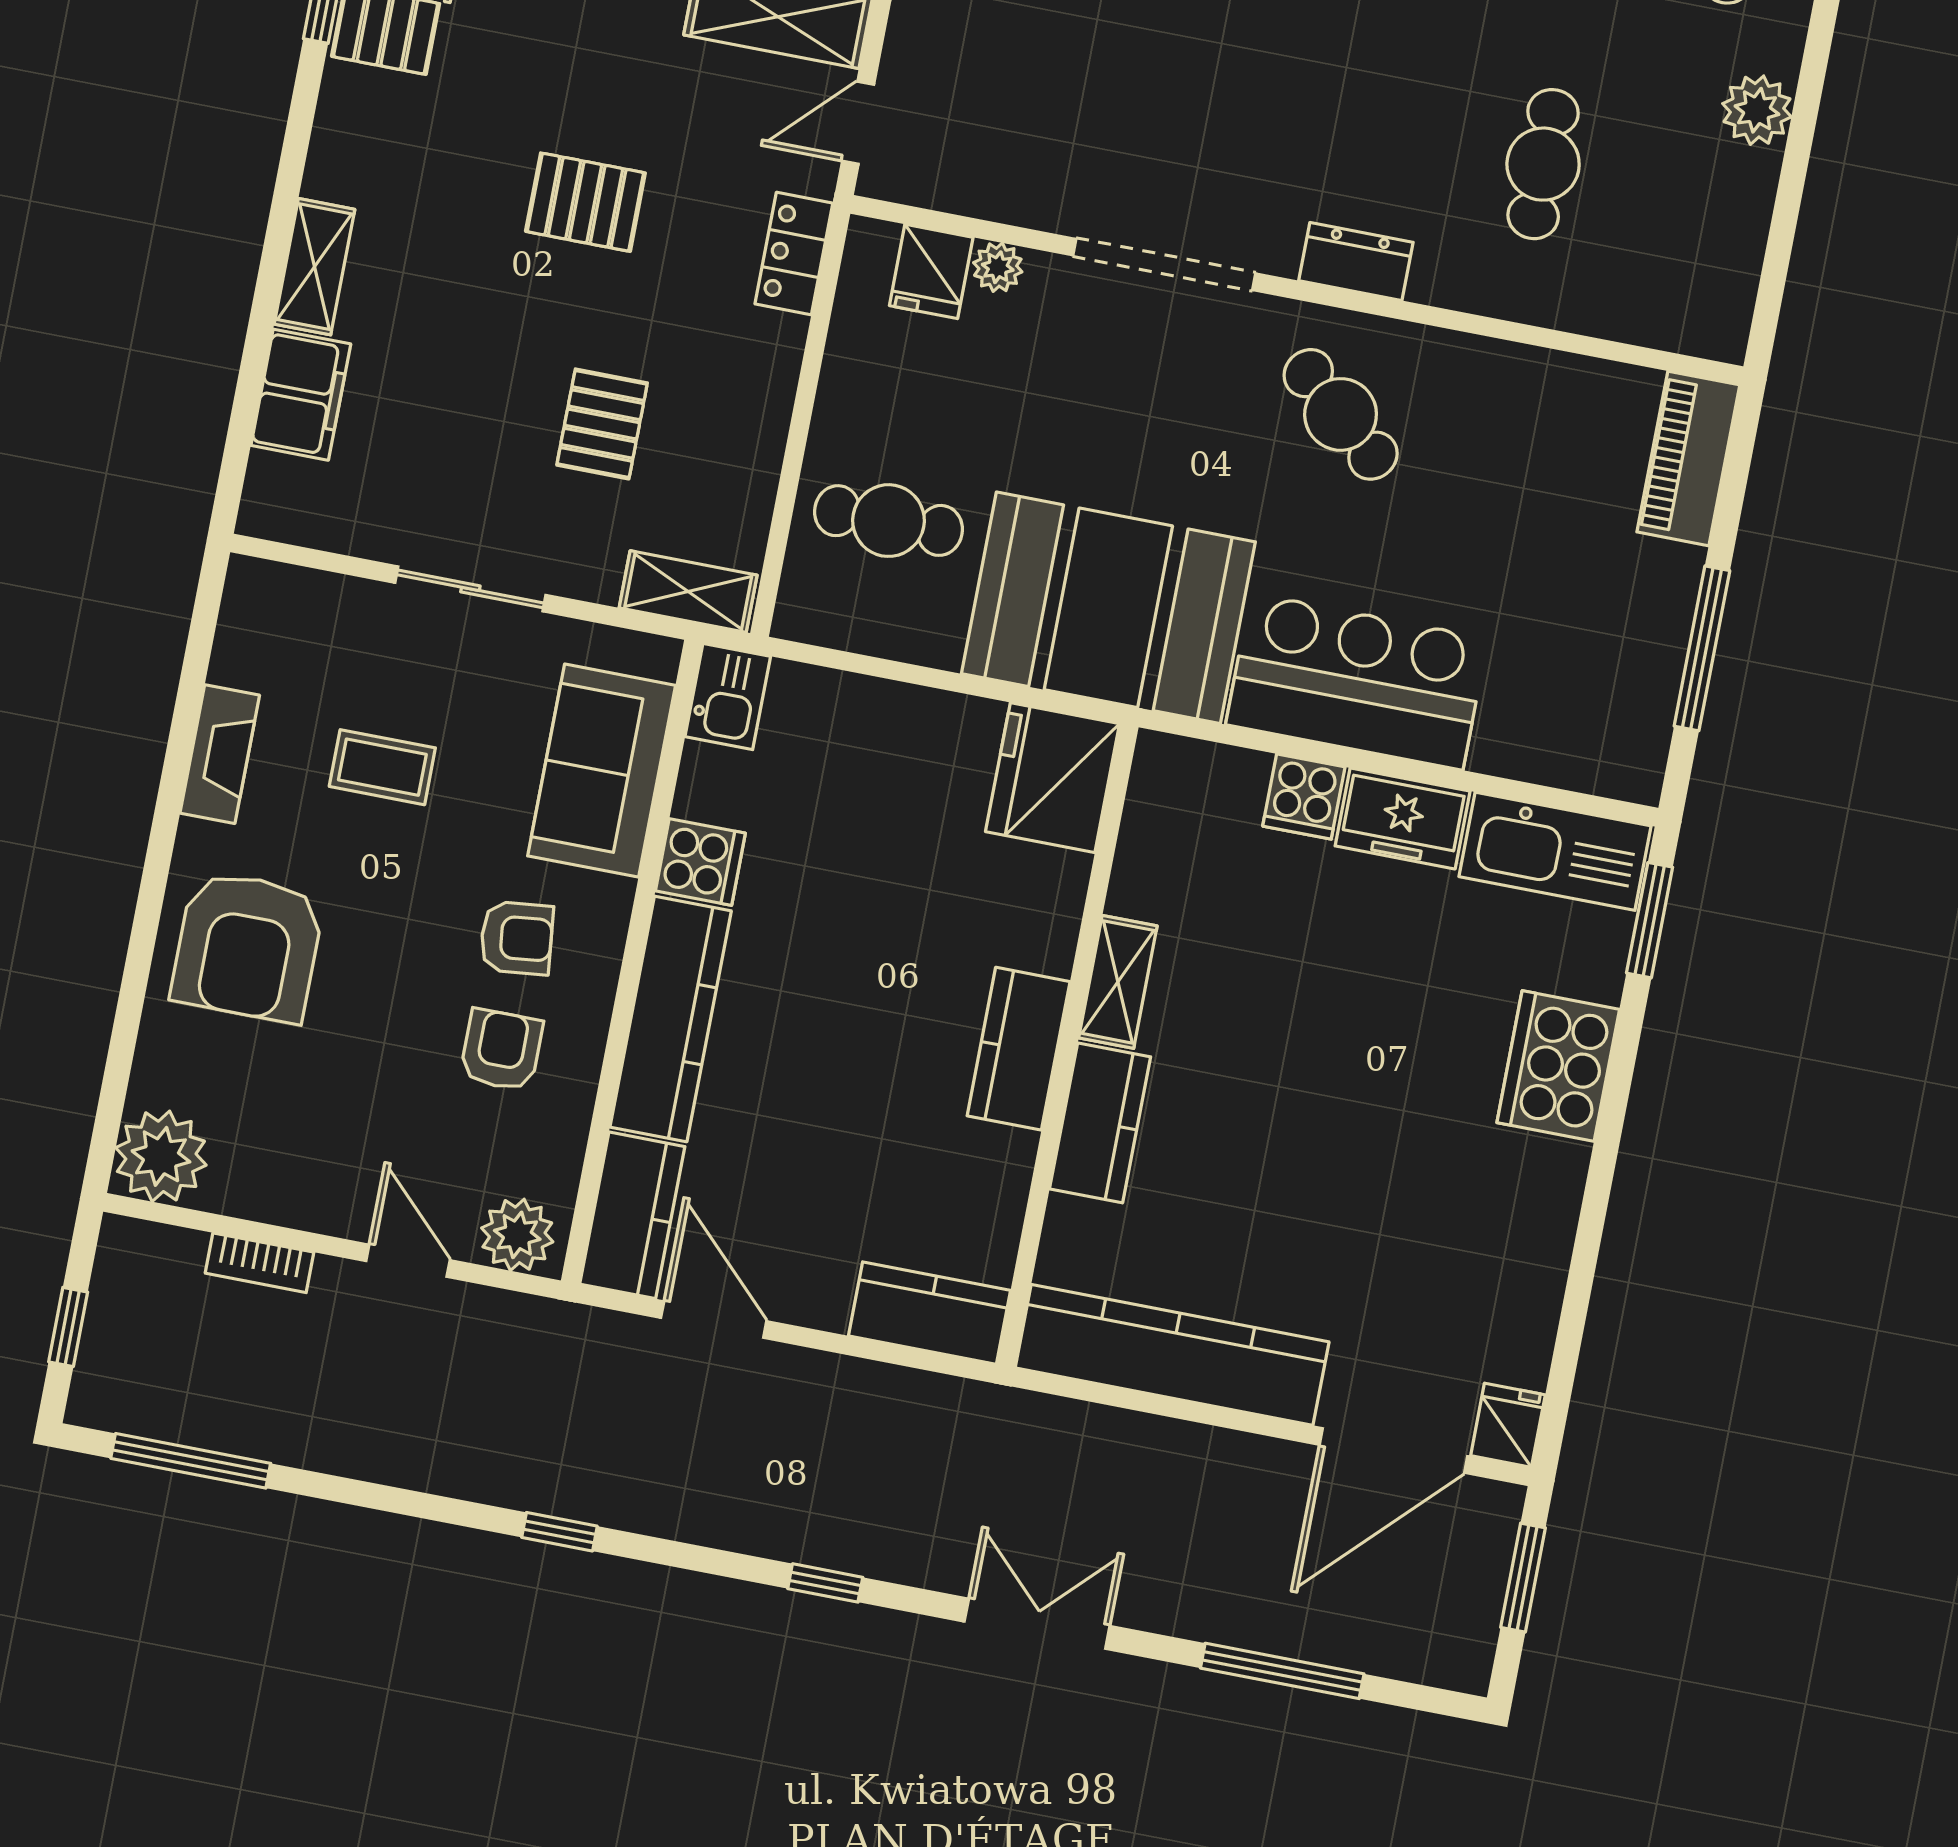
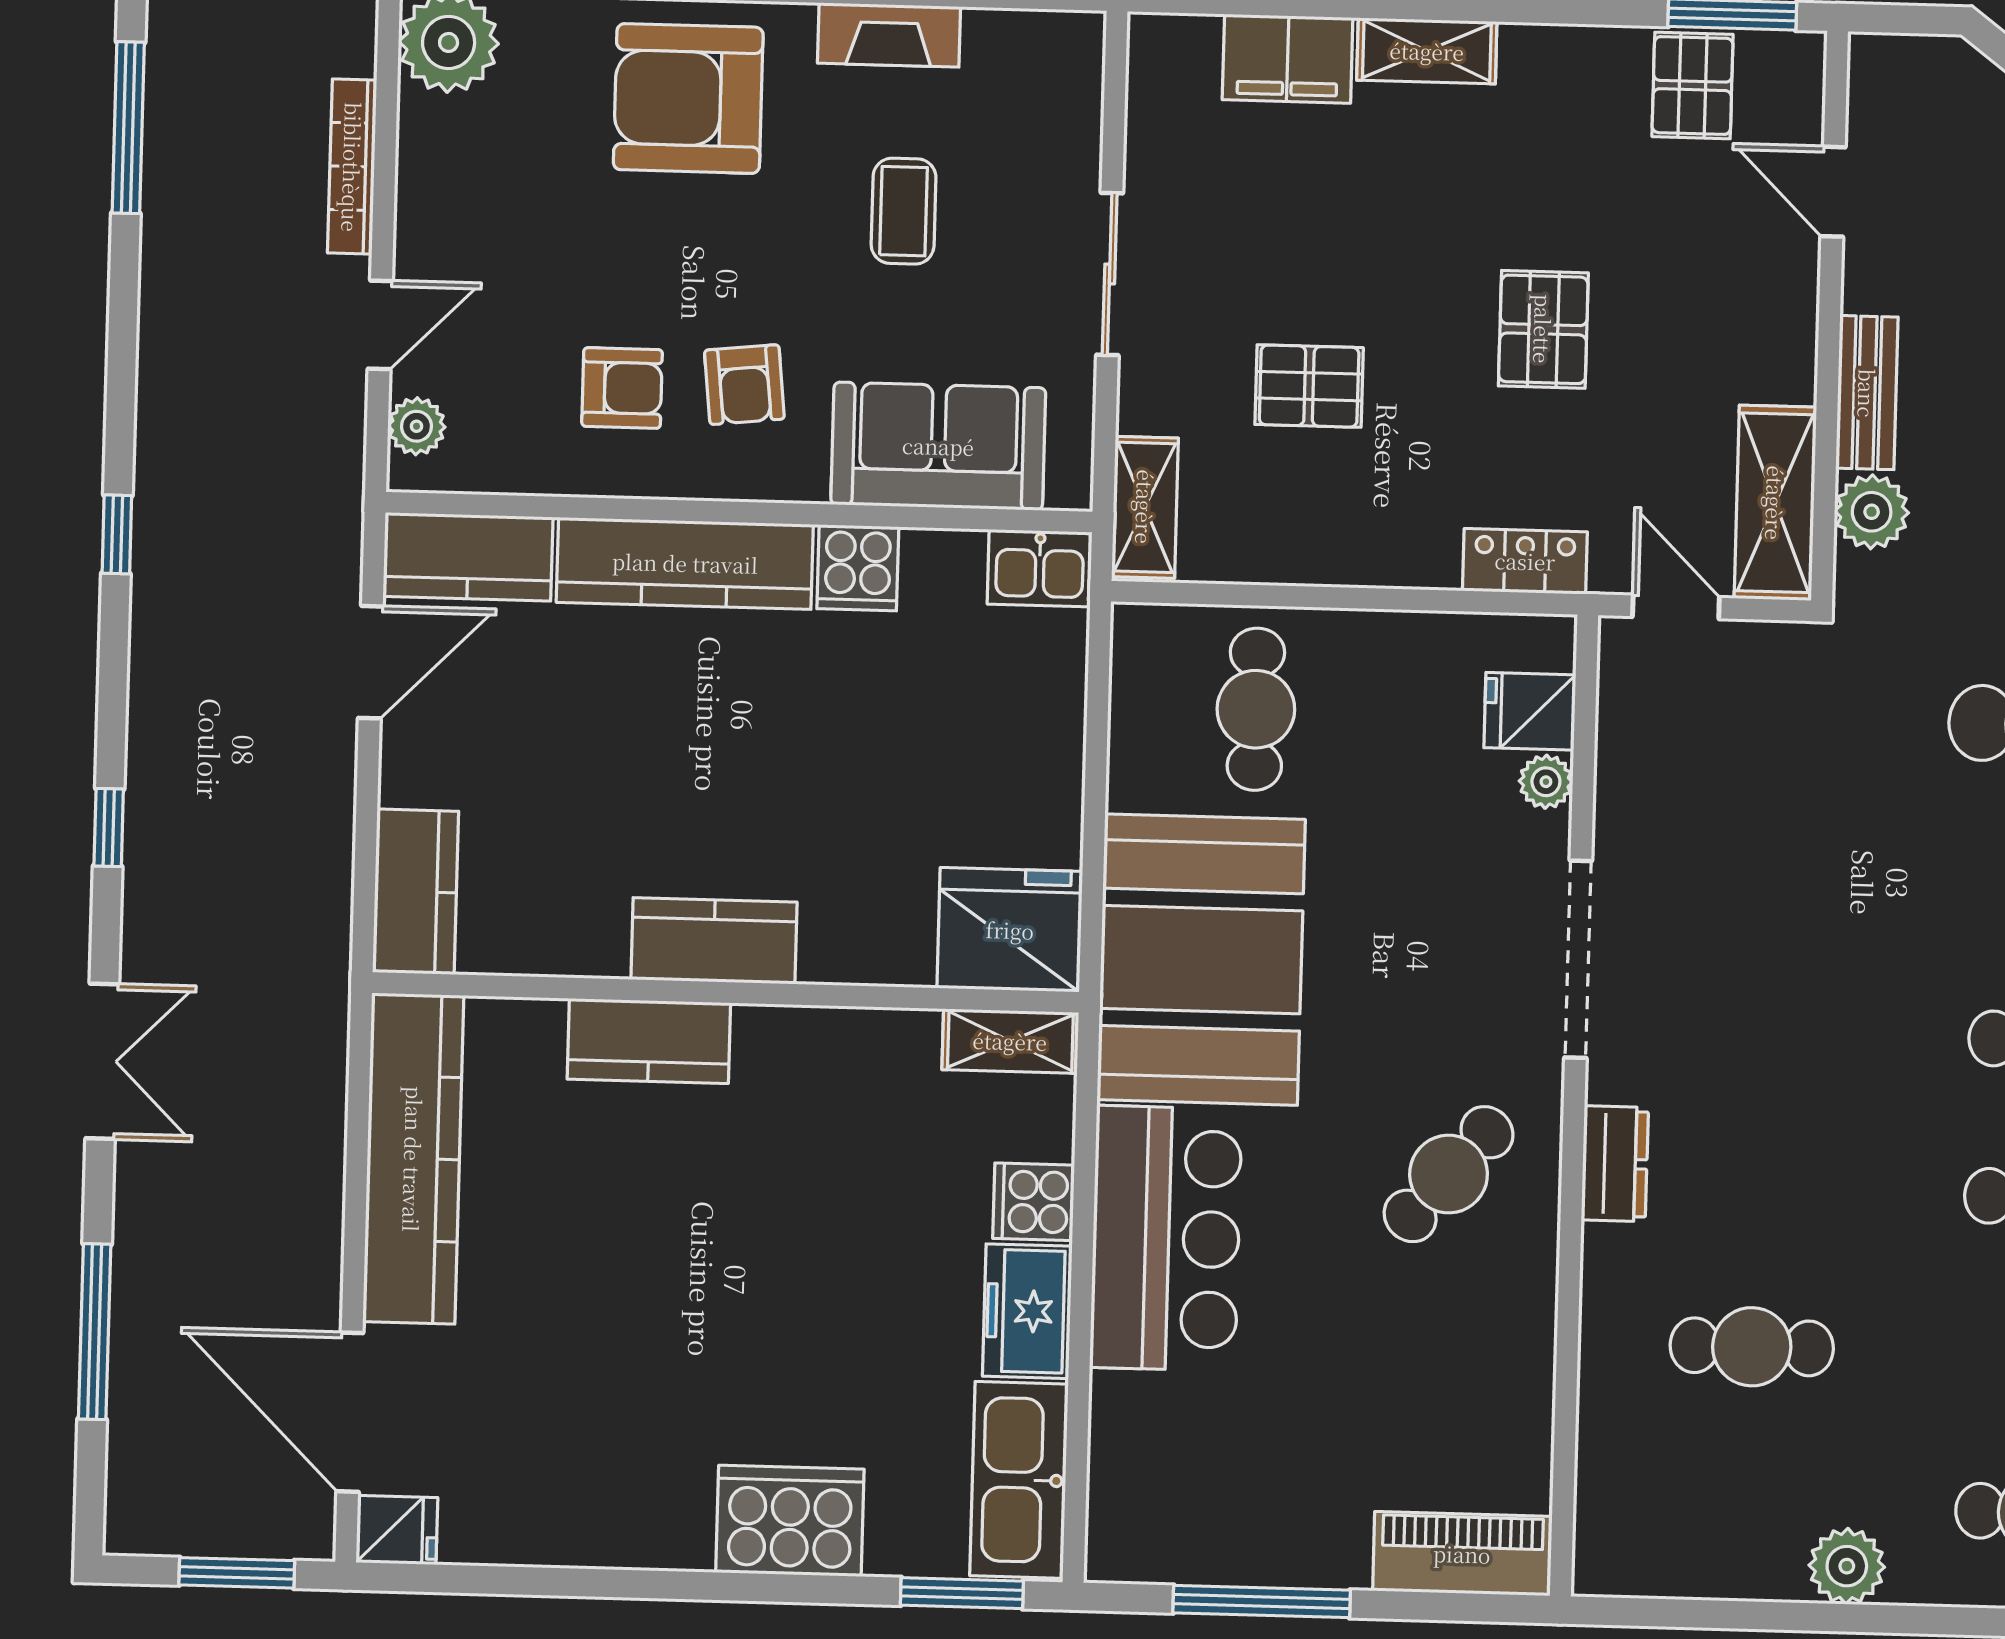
shelving: (1118, 982) -> (1010, 1041), moved
plant: (517, 1235) -> (416, 426), width x0.73, depth x0.73
bookcase: (260, 1263) -> (352, 167), width x1.56

